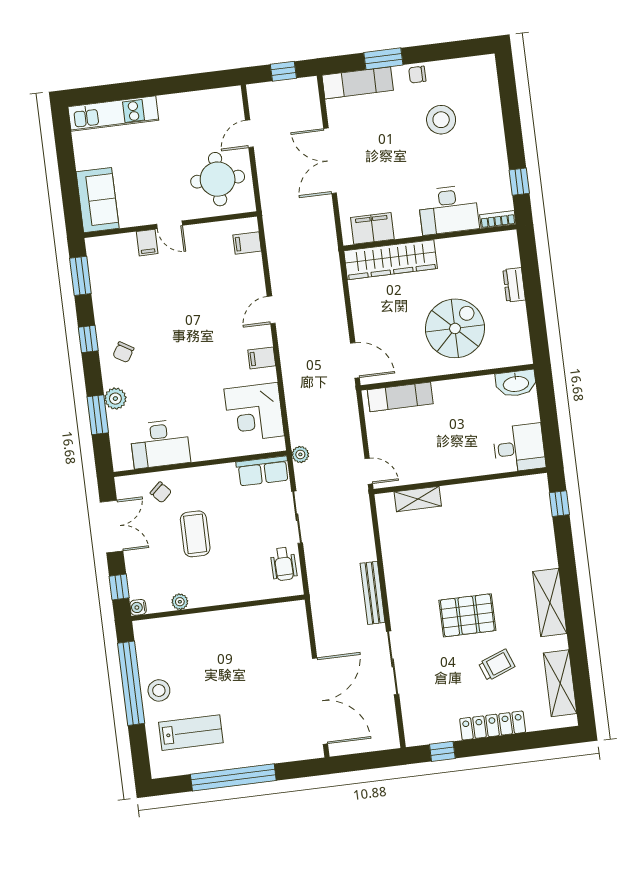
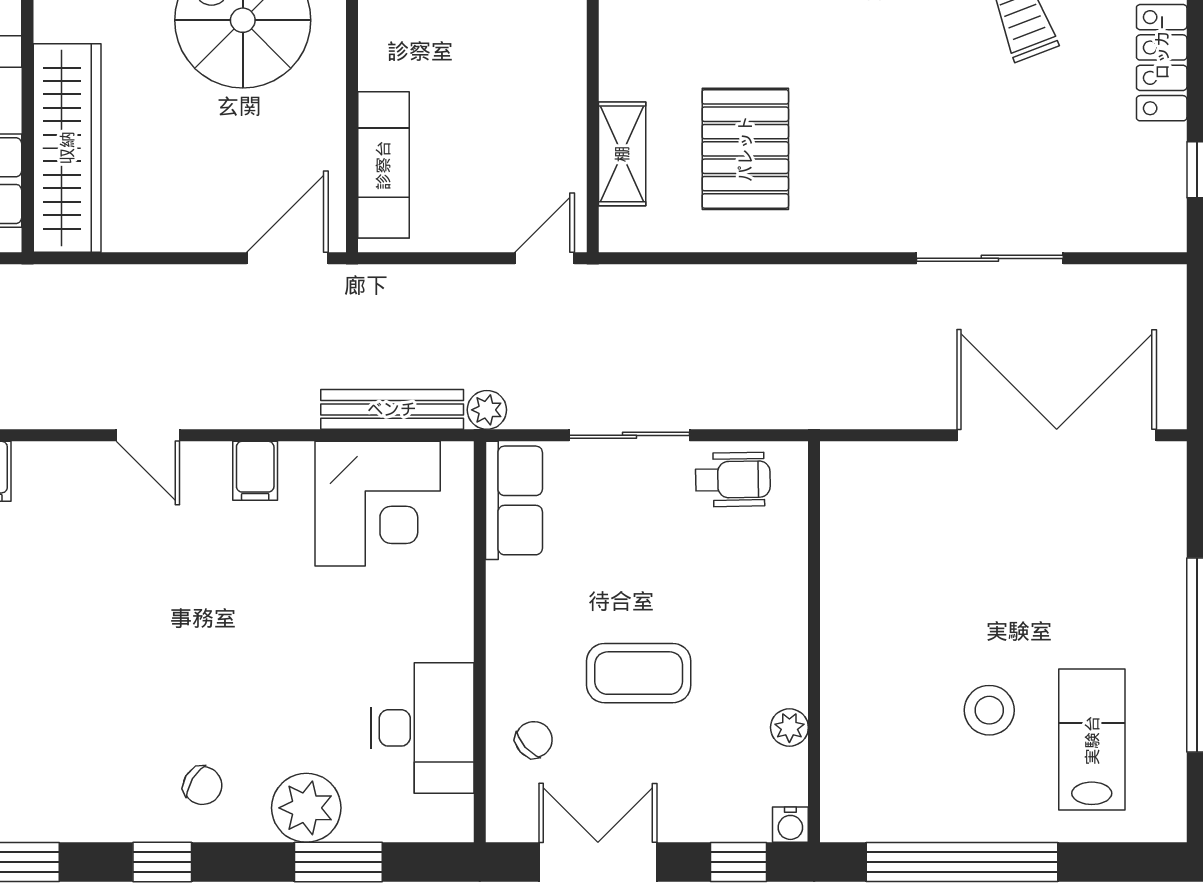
plant: (115, 399) -> (306, 808), width x1.36, depth x1.36
bench: (373, 593) -> (392, 409), moved
pallet: (467, 615) -> (745, 149), moved
stool: (159, 690) -> (989, 710), moved

